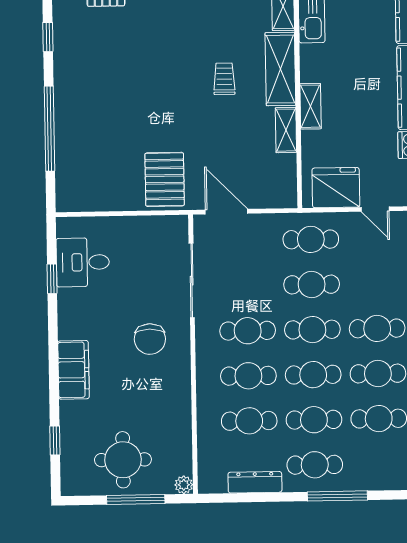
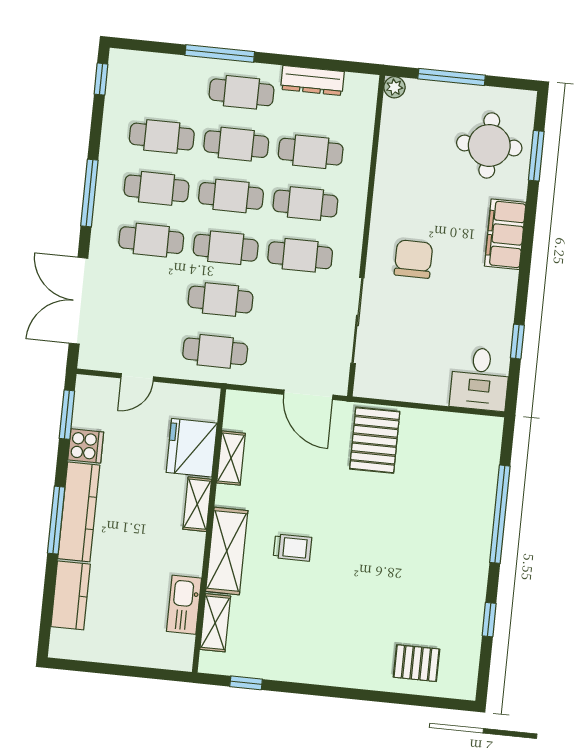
trolley: (224, 79) -> (292, 548), turned -90
shelving: (286, 130) -> (231, 458), moved
fridge: (336, 188) -> (192, 448), moved, turned 90
door: (375, 209) -> (137, 377), swing flipped
desk: (83, 262) -> (480, 379), moved, turned 90
window: (55, 440) -> (536, 156), width x1.50
round table: (123, 460) -> (489, 145), moved

